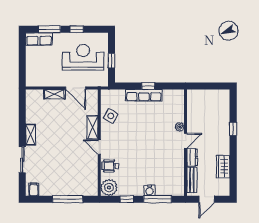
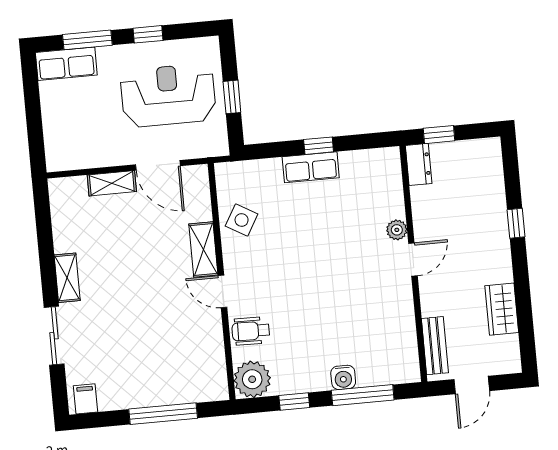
window: (202, 86) -> (439, 135), added
row of seats: (144, 95) -> (311, 167), width x0.68
dresser: (192, 157) -> (419, 164), moved

